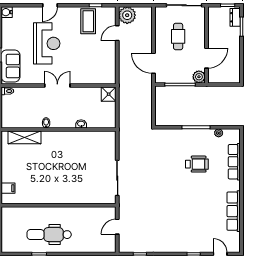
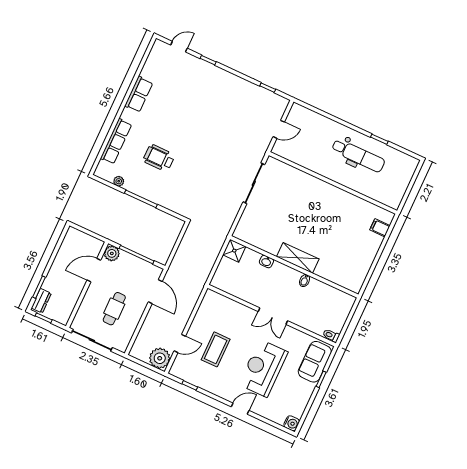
coffee table: (88, 21) -> (216, 349), moved
shower: (109, 94) -> (234, 251), moved
shelving: (24, 137) -> (298, 258), moved
row of seats: (234, 211) -> (139, 94), width x0.68
door: (220, 254) -> (179, 47), swing flipped

